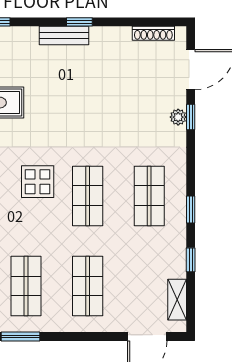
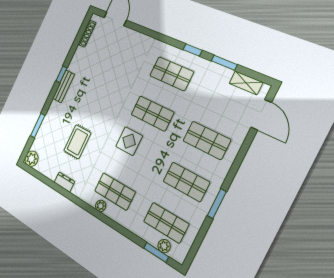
plant: (178, 117) -> (136, 37), removed
window: (191, 117) -> (140, 29), removed
window: (191, 260) -> (224, 63), width x1.50

